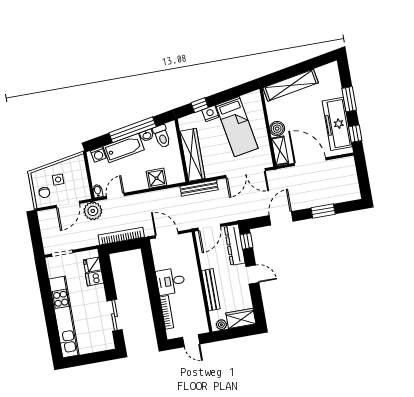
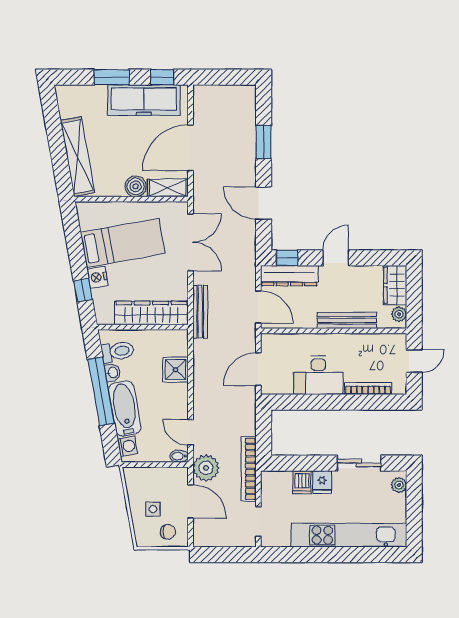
bookcase: (121, 236) -> (249, 469), moved
fridge: (92, 265) -> (322, 482), moved
desk: (171, 281) -> (318, 375), width x1.37
plant: (104, 345) -> (399, 485), added

